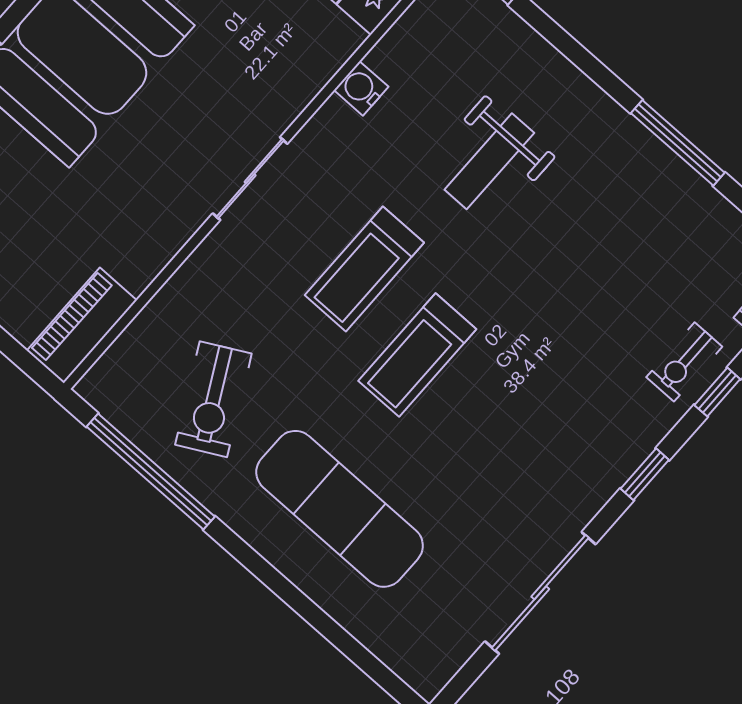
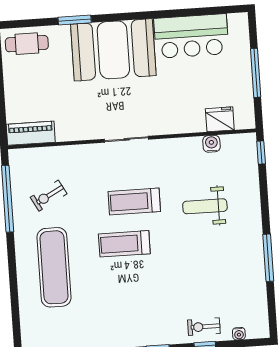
water cooler: (361, 88) -> (211, 144), moved
exercise bike: (213, 399) -> (49, 196), width x0.73, depth x0.72

